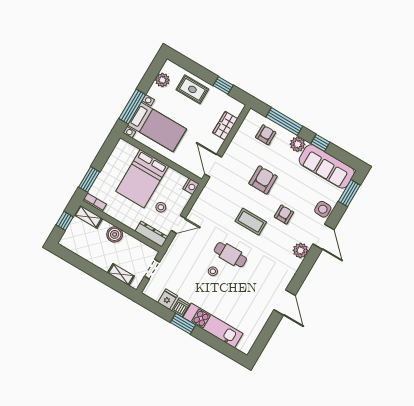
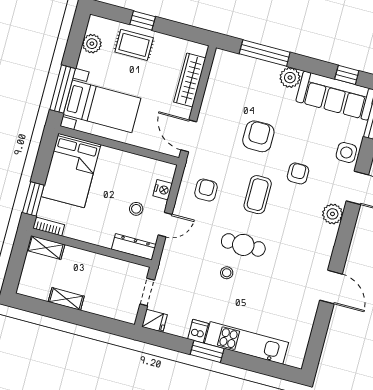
window: (223, 85) -> (143, 21), moved
wardrobe: (225, 126) -> (190, 80), width x1.50
armchair: (266, 135) -> (206, 190), moved
window: (320, 143) -> (347, 75), moved
bed: (142, 179) -> (71, 170), moved
nightstand: (191, 186) -> (163, 190), moved
window: (65, 221) -> (17, 261), removed
coffee table: (251, 222) -> (258, 195), turned 90
boiler: (115, 234) -> (86, 261), removed
shelving: (121, 274) -> (66, 299), moved
fridge: (168, 299) -> (154, 321), moved, turned 90

